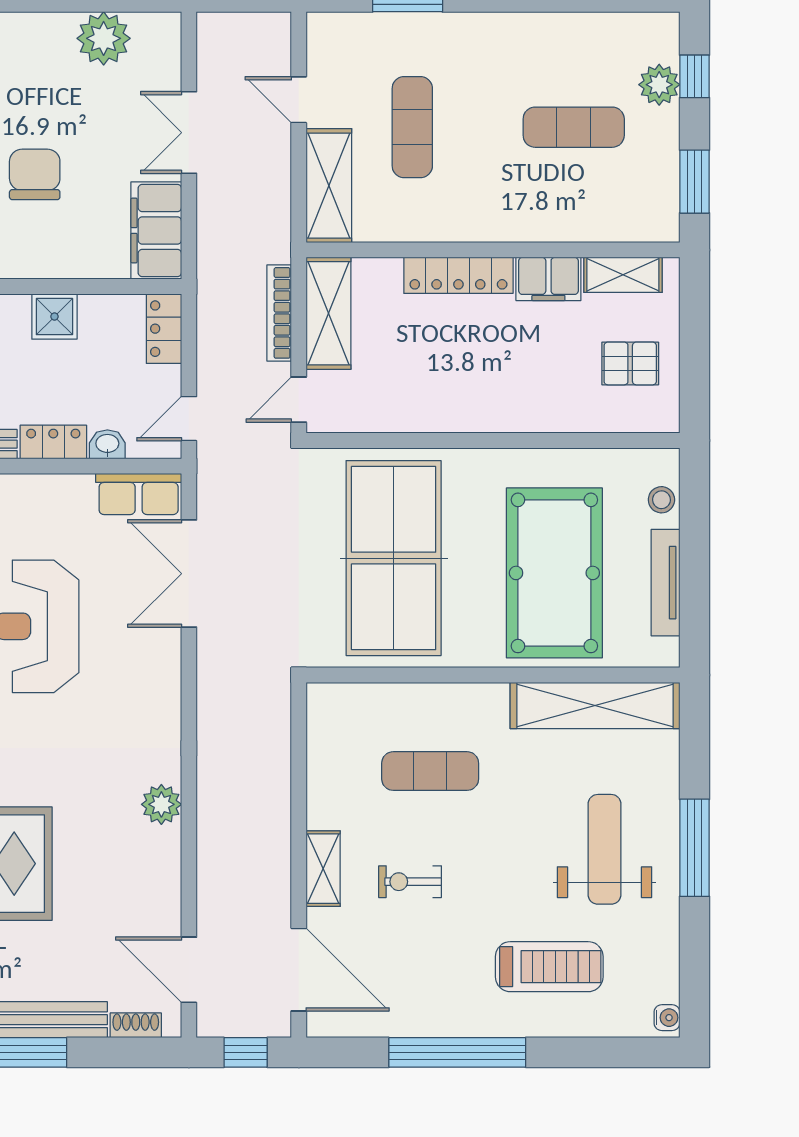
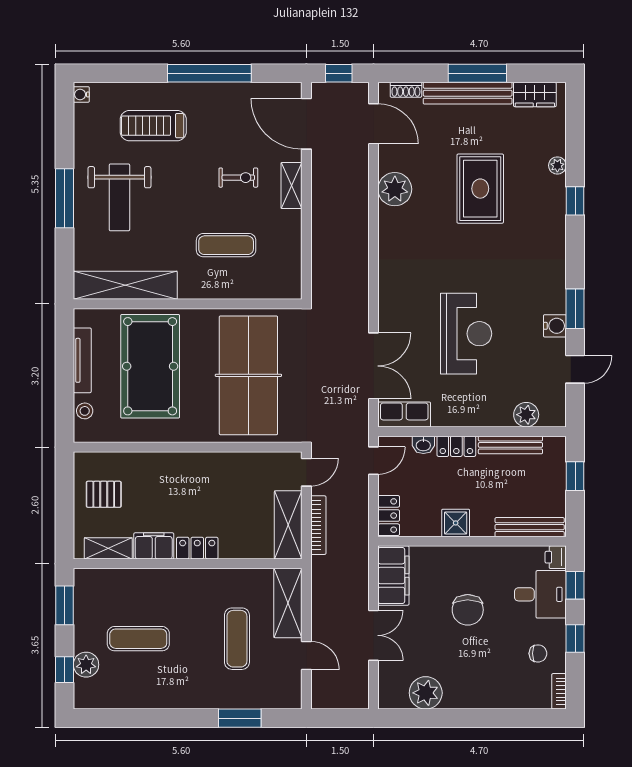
locker: (458, 275) -> (197, 548), width x0.66
plant: (161, 804) -> (395, 189), moved, width x1.36, depth x1.36

